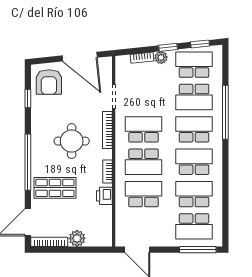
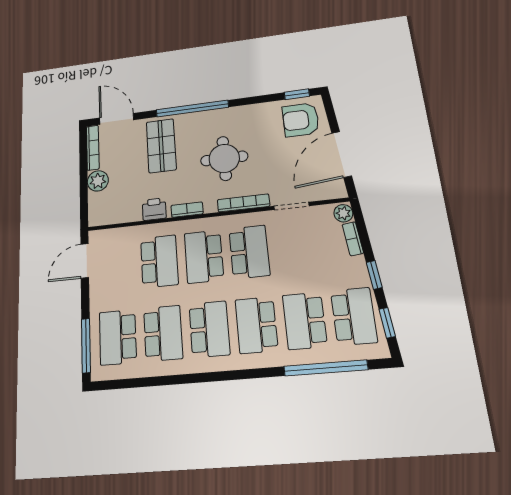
plant: (161, 57) -> (343, 213), moved
window: (28, 98) -> (297, 94), moved
window: (225, 112) -> (326, 368), moved
school desk: (194, 129) -> (256, 325), turned 180

